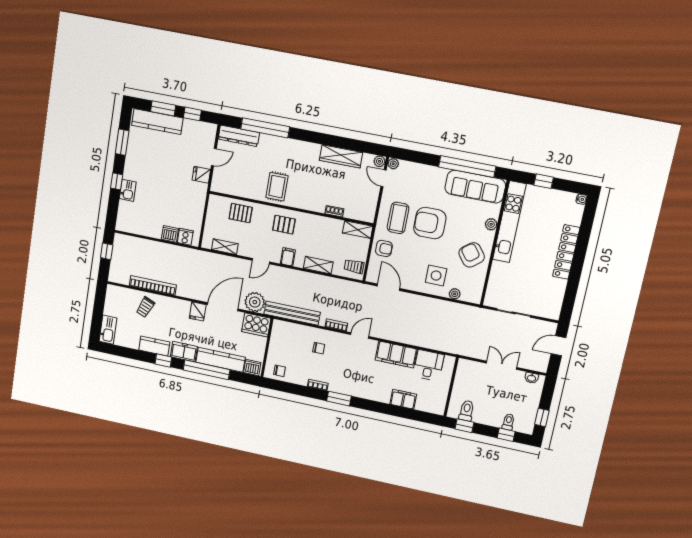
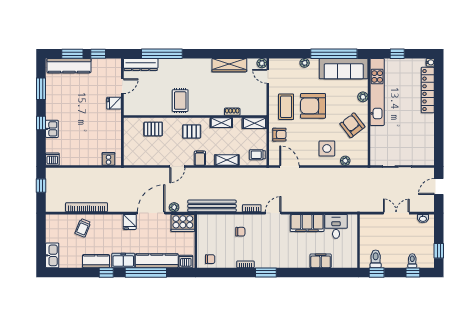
plant: (393, 164) -> (305, 63), moved
dishwasher: (170, 234) -> (52, 159), moved
shelving: (225, 247) -> (221, 123), moved
locker: (566, 252) -> (428, 90), moved
plant: (255, 302) -> (174, 207), width x0.53, depth x0.53

